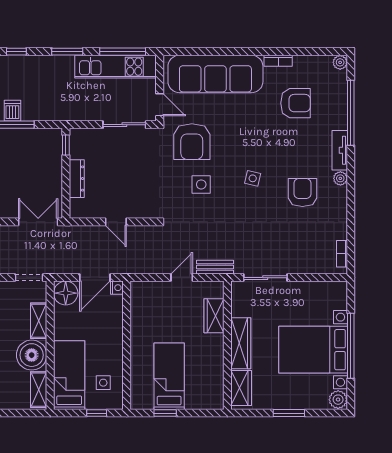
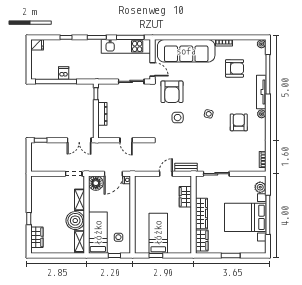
tv unit: (340, 150) -> (261, 92), width x1.41
double door: (38, 222) -> (79, 140), swing flipped
plant: (338, 400) -> (260, 187), moved

